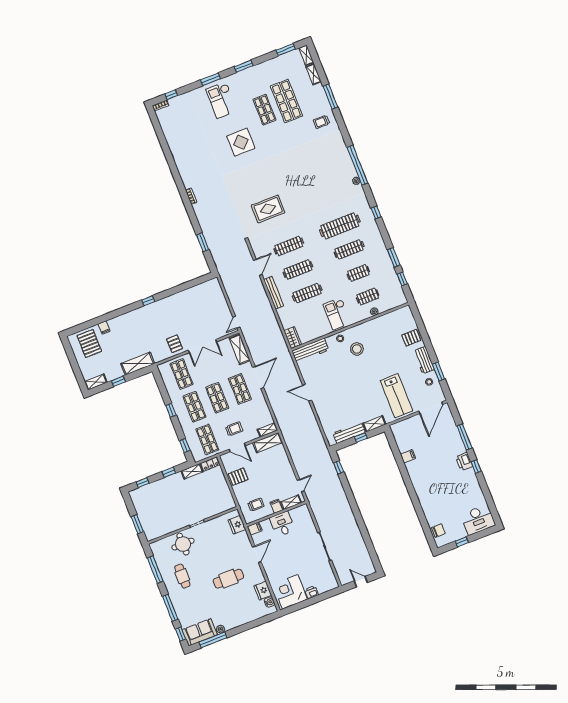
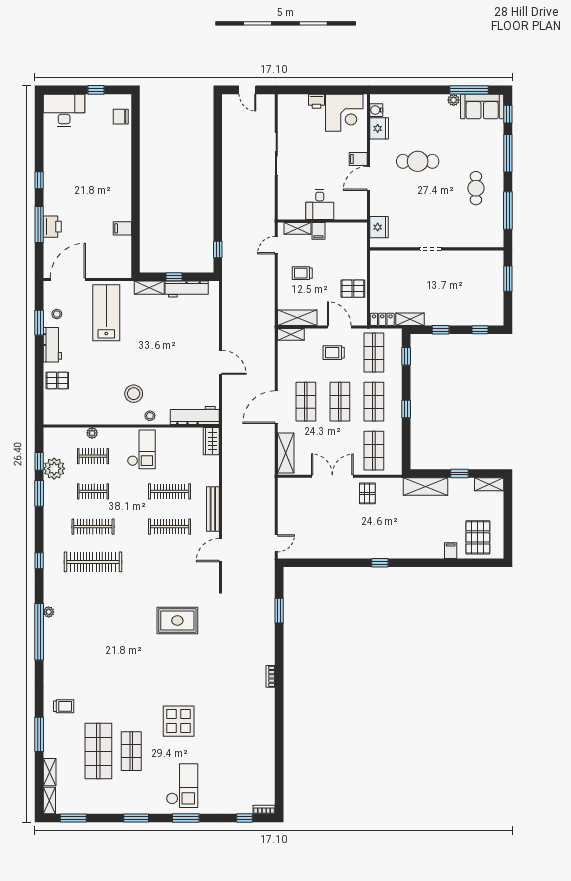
clothes rail: (289, 246) -> (170, 562), removed
plant: (390, 278) -> (54, 469), added
door: (236, 322) -> (276, 543), moved
printer: (464, 462) -> (52, 227), moved
trolley: (256, 505) -> (302, 273), moved
filing cabinet: (255, 529) -> (358, 159), moved
round table: (183, 544) -> (459, 229), removed

